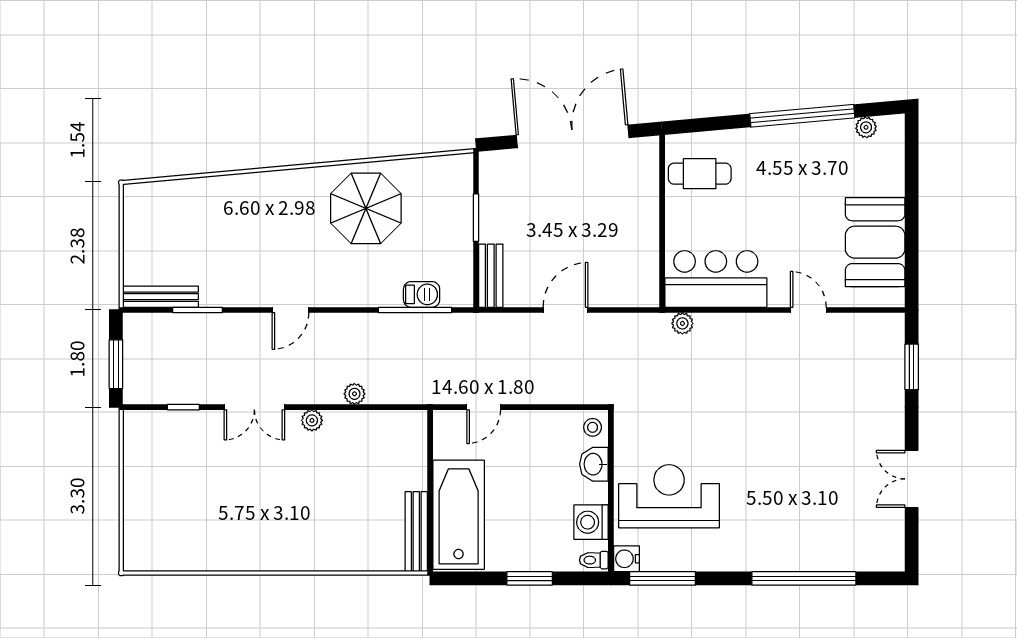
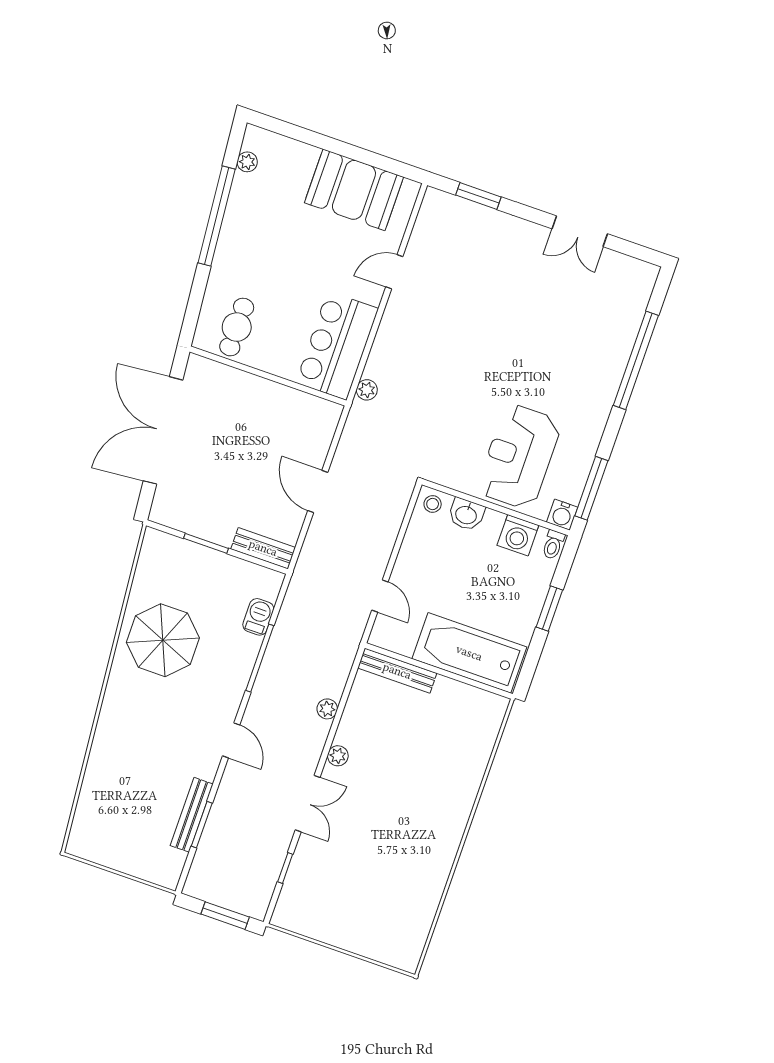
bench: (160, 297) -> (192, 815), moved
window: (415, 310) -> (260, 658), moved
bench: (416, 532) -> (397, 671), moved

